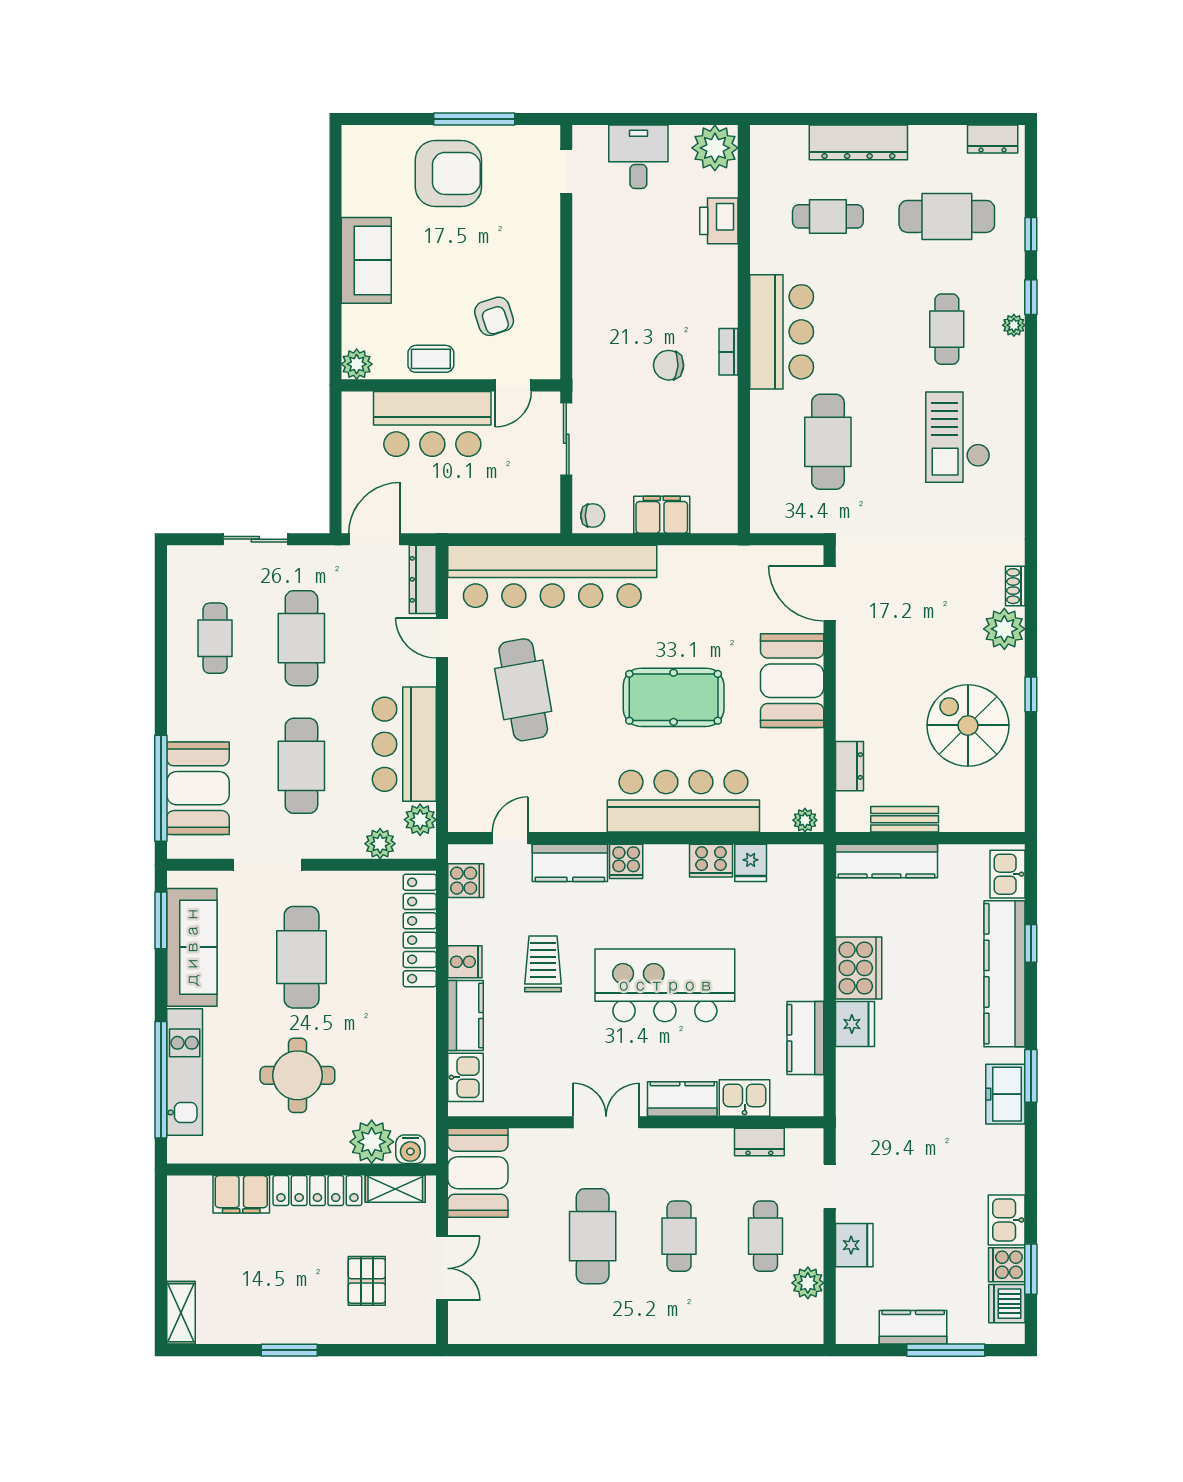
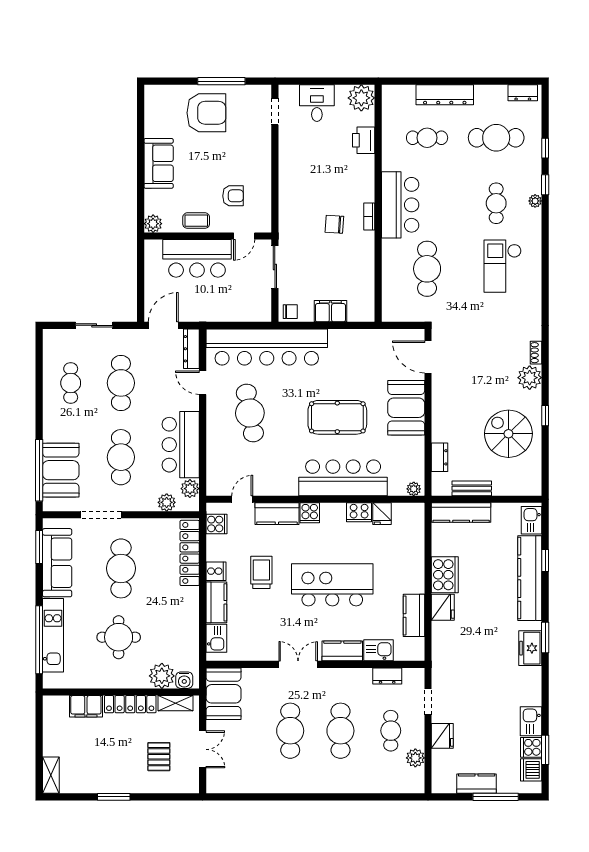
armchair: (494, 316) -> (233, 196), turned -72
cafe table: (679, 1236) -> (340, 731), width x1.37, depth x1.35

